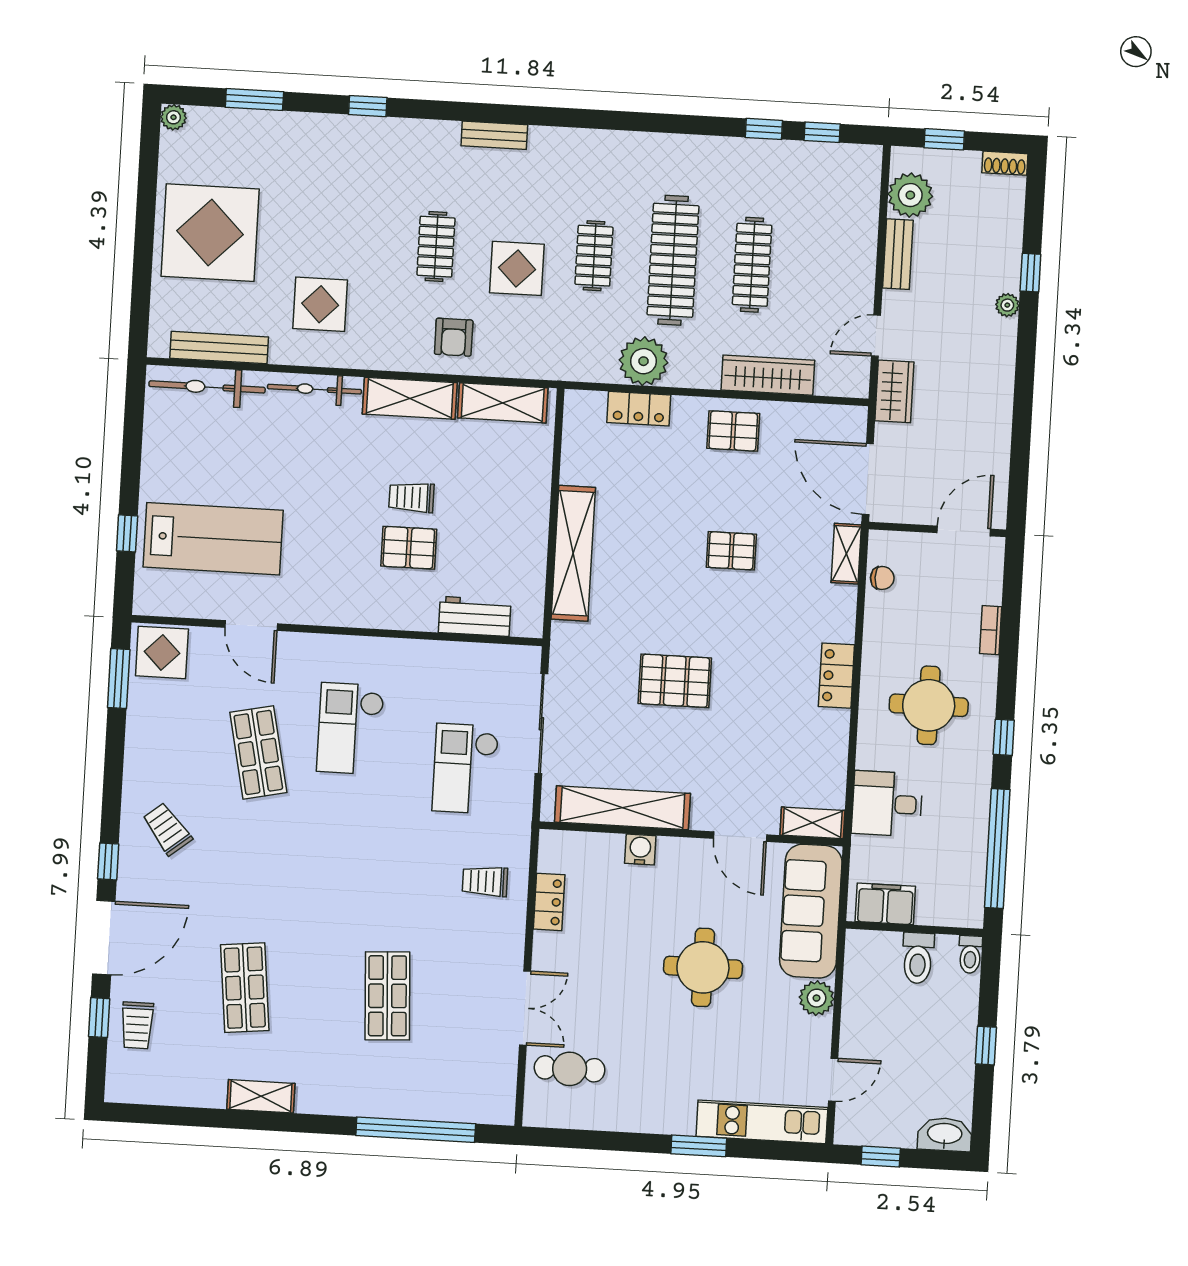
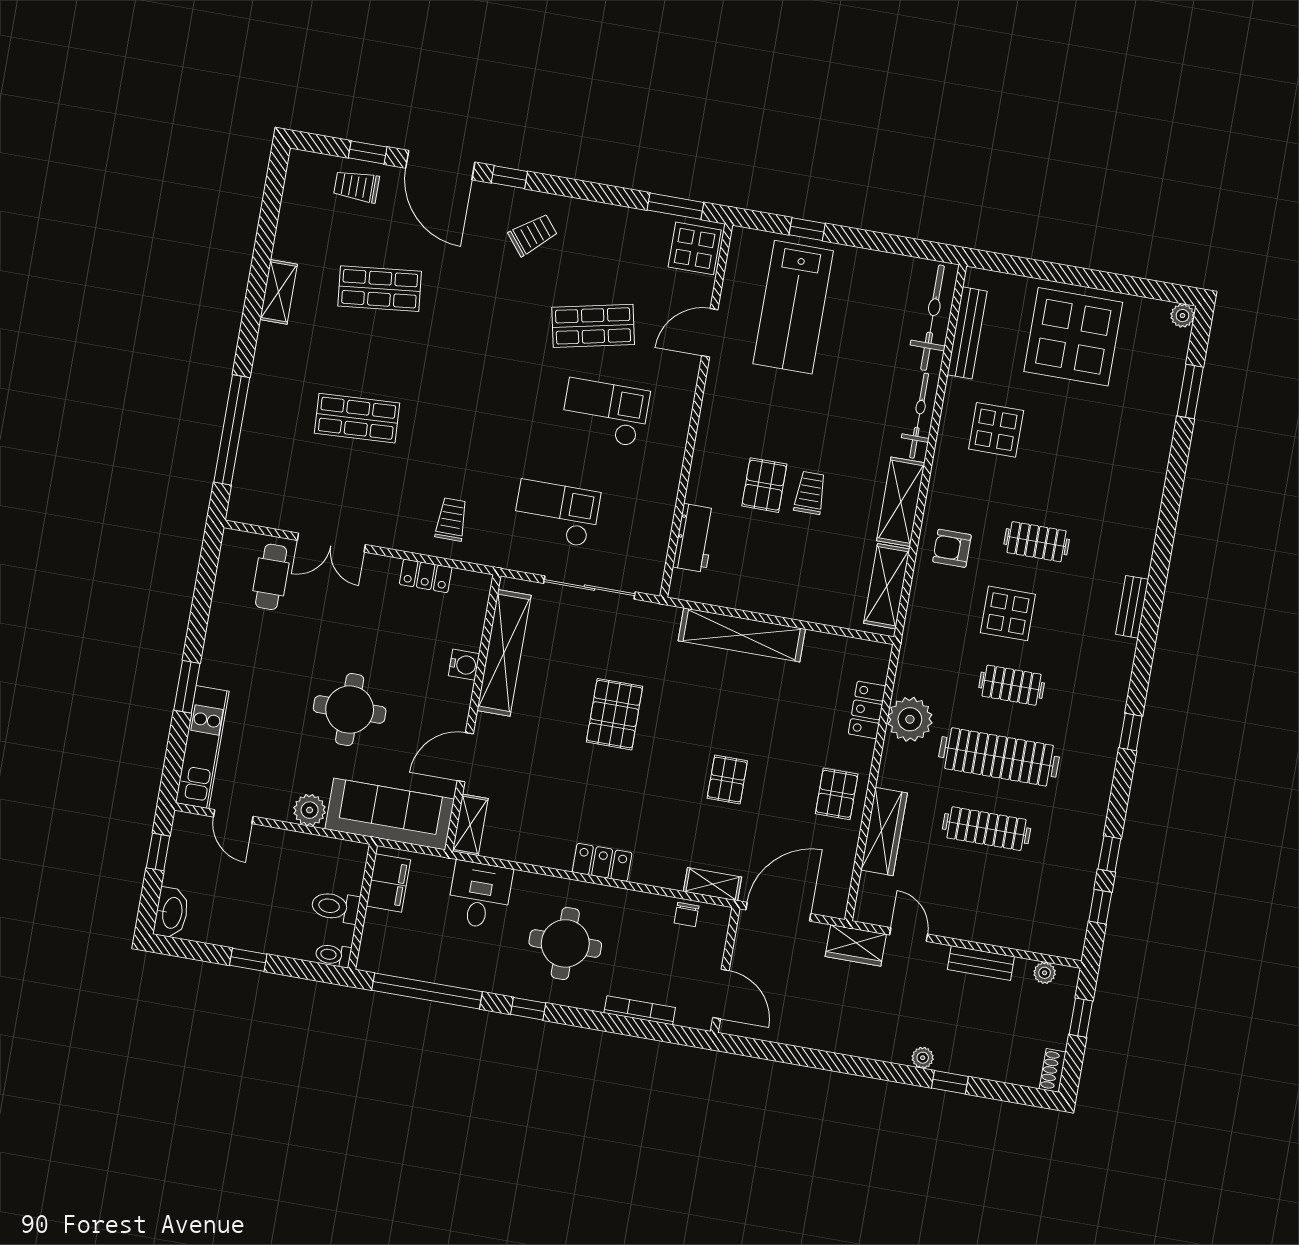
window: (368, 106) -> (1131, 732), moved
plant: (910, 195) -> (1045, 973), width x0.53, depth x0.53
bookcase: (991, 630) -> (640, 1010), width x1.56

